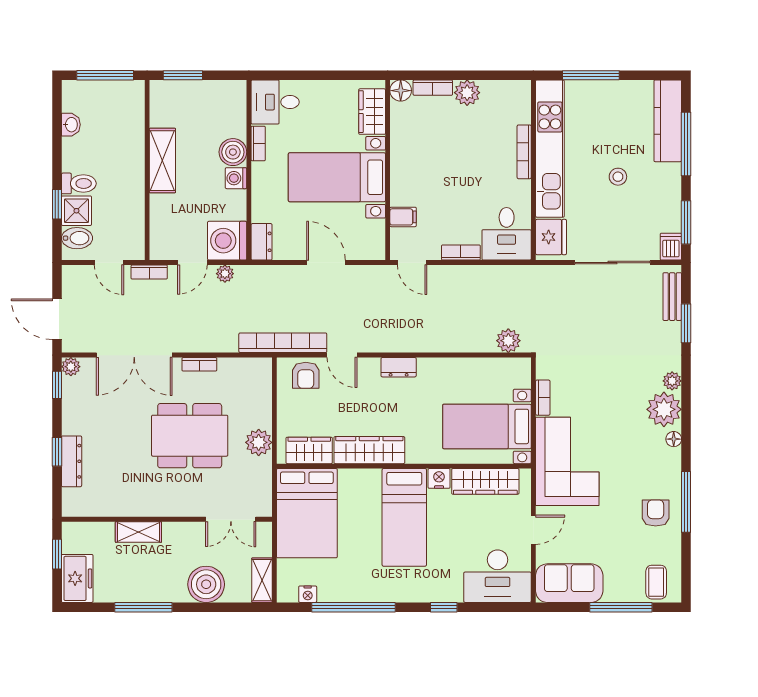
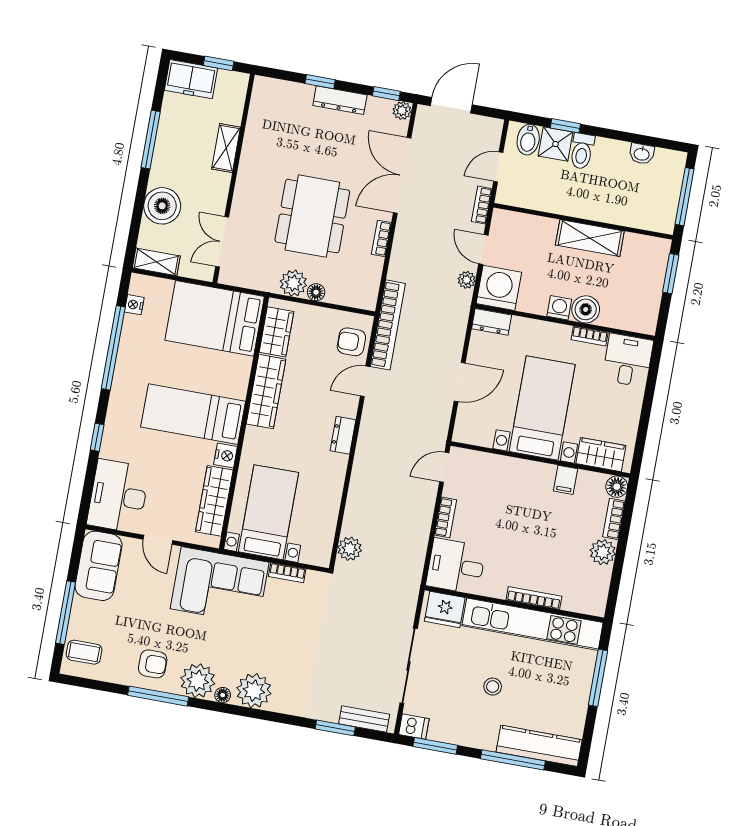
filing cabinet: (403, 217) -> (565, 480), moved
plant: (672, 381) -> (198, 681), moved, width x1.87, depth x1.87
floor lamp: (263, 419) -> (316, 292), added
dresser: (72, 461) -> (340, 100), moved

